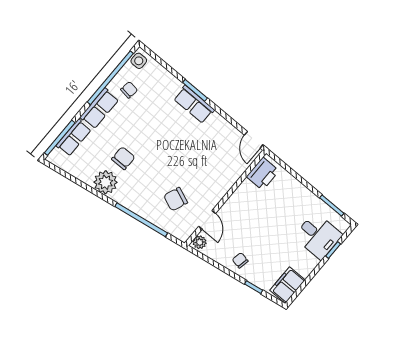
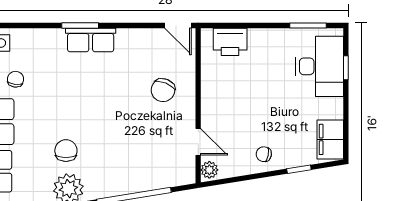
printer: (263, 174) -> (230, 42), moved, turned 90
chair: (176, 199) -> (163, 90), moved
desk: (318, 236) -> (320, 66), width x1.37

